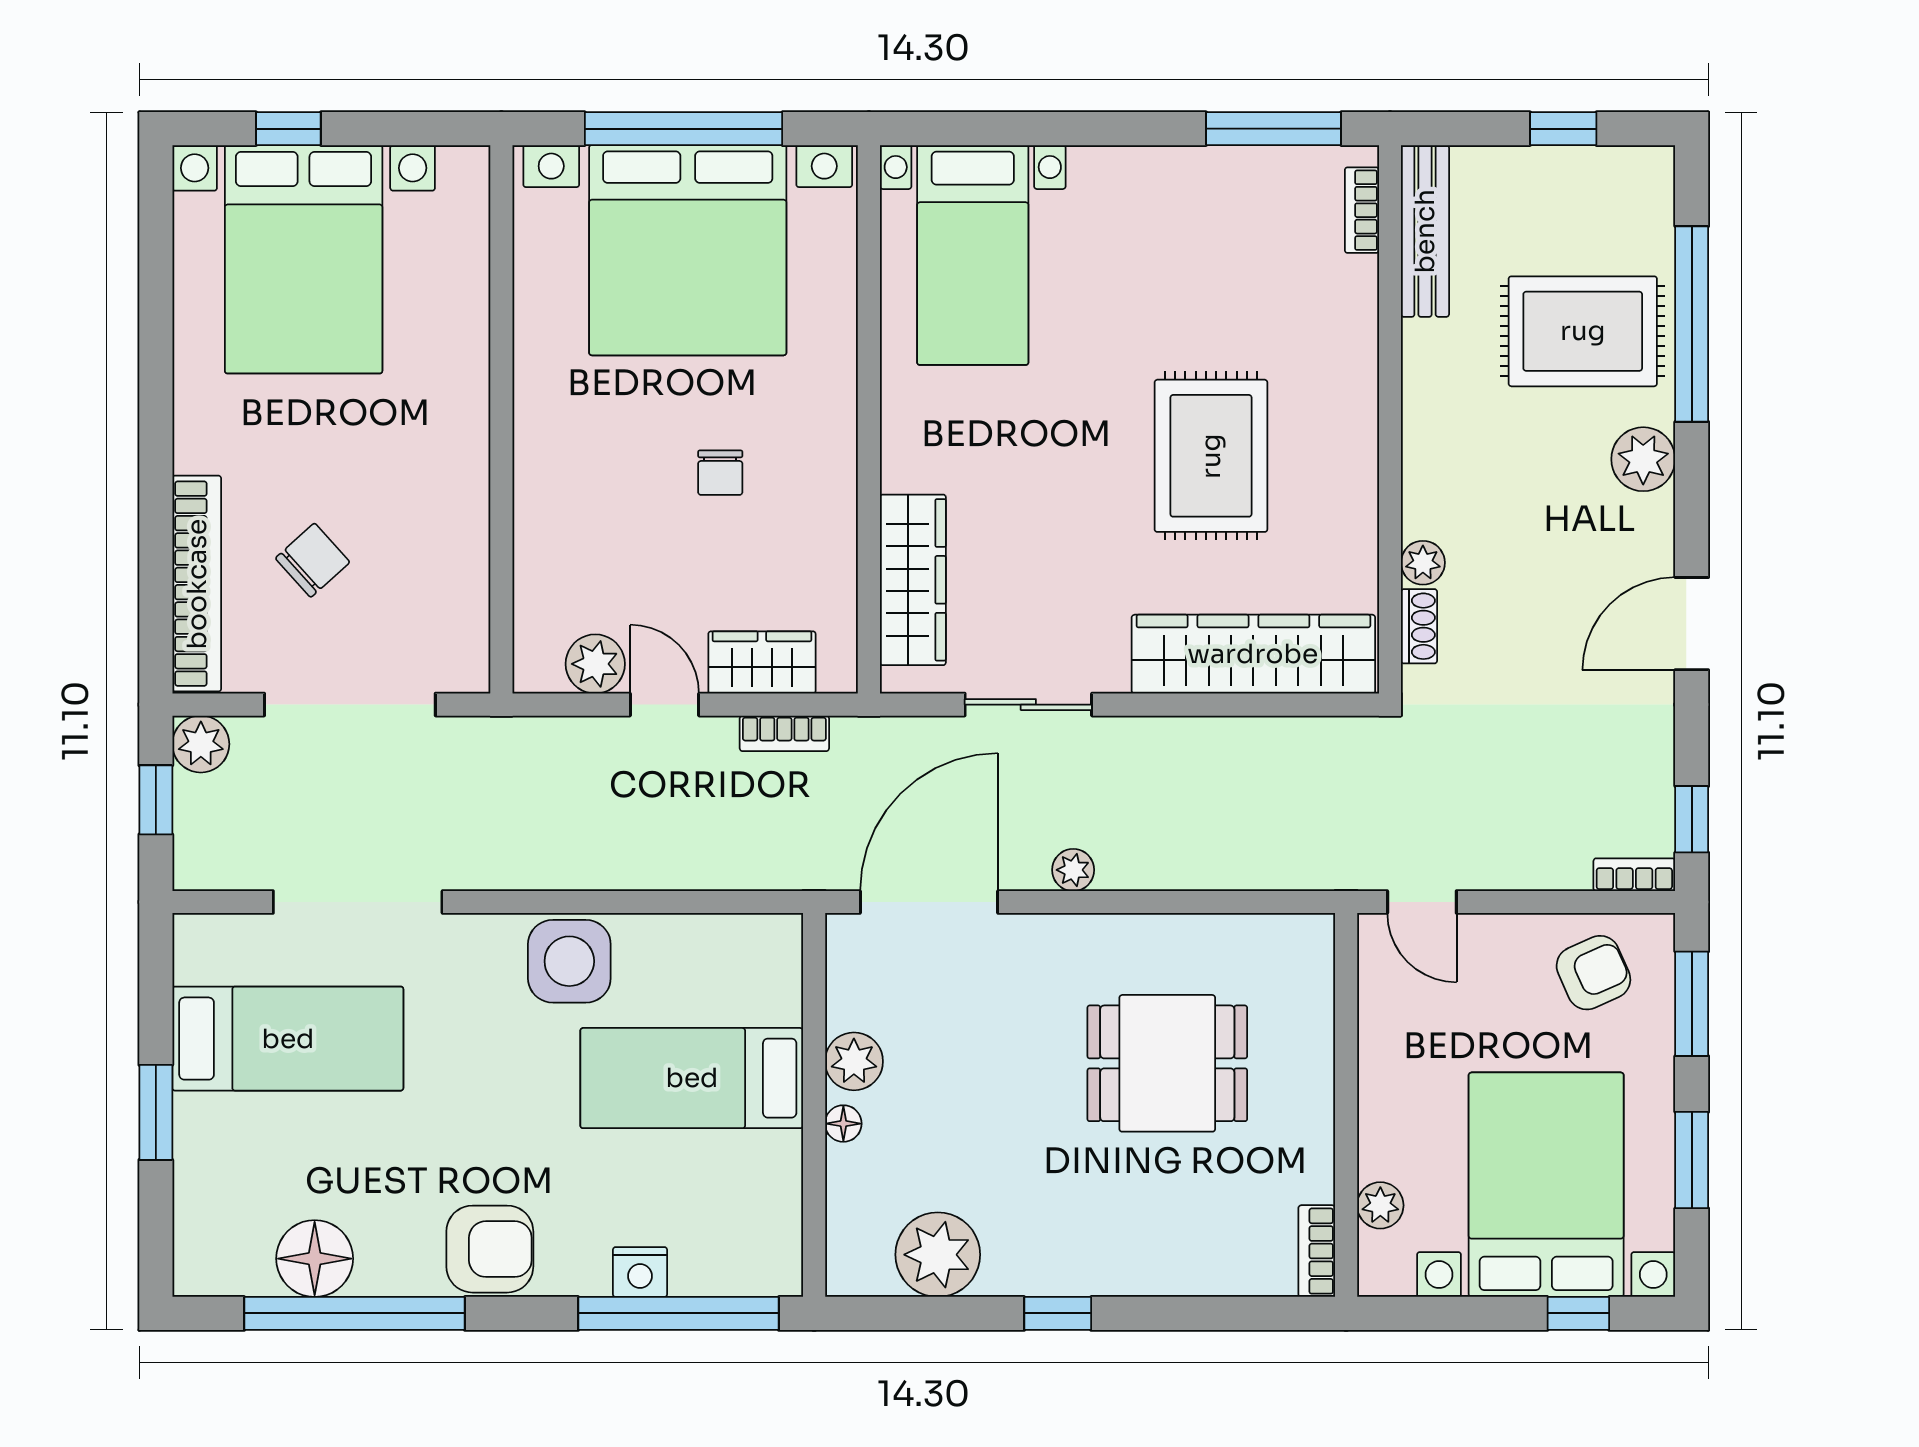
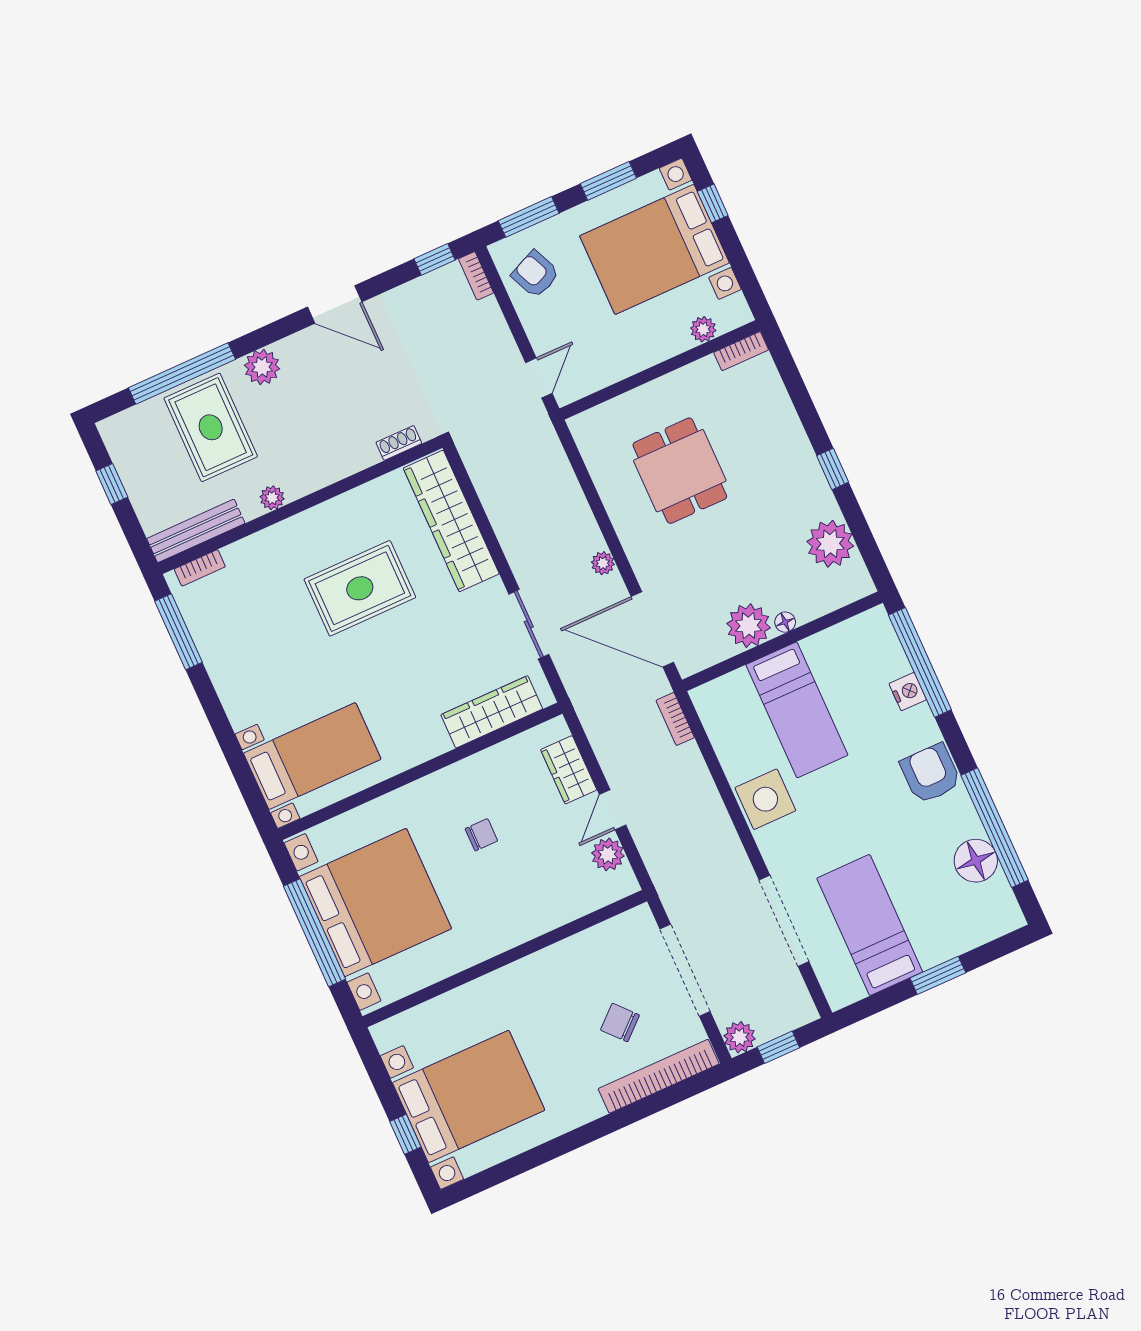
plant: (1423, 563) -> (272, 498), moved
bookcase: (784, 733) -> (675, 719), moved, turned 180
plant: (854, 1061) -> (749, 626), width x1.36, depth x1.36

